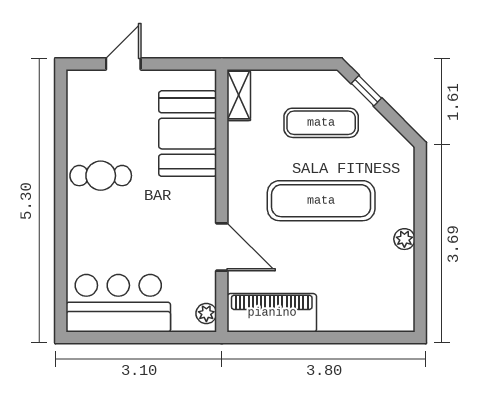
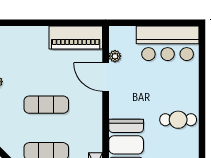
exercise mat: (321, 201) -> (46, 105), width x0.73, depth x0.69
plant: (206, 313) -> (115, 56), moved

